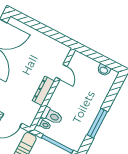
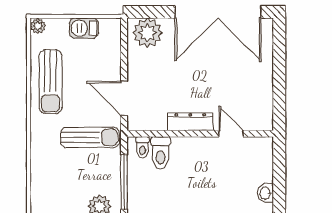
door: (61, 72) -> (231, 134), swing flipped

